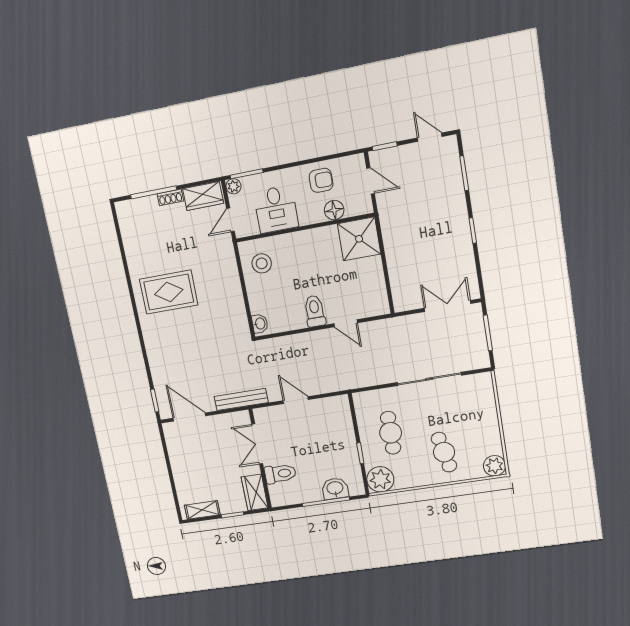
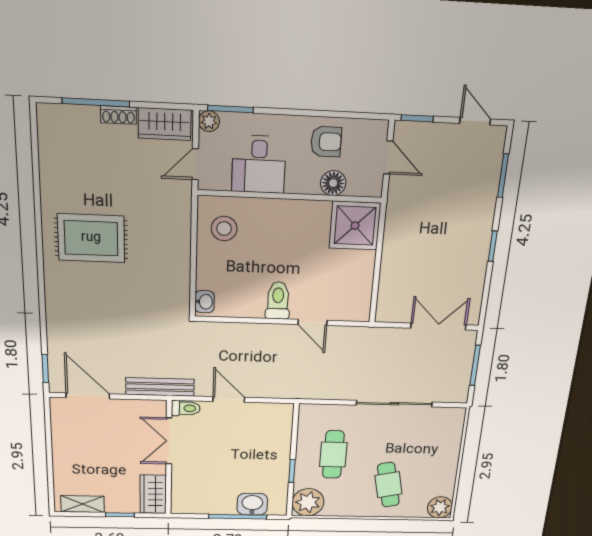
toilet: (280, 474) -> (186, 408), moved, width x0.73, depth x0.72

